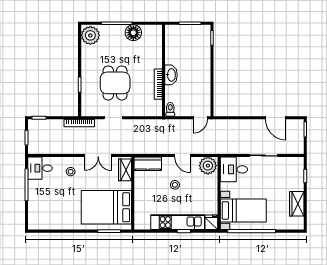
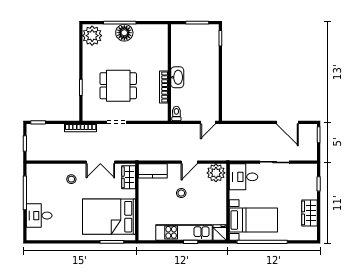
floor lamp: (133, 33) -> (124, 33), moved
dining table: (115, 83) -> (118, 86), turned 90
door: (183, 156) -> (189, 162), hinge flipped
desk: (40, 168) -> (39, 216), moved

